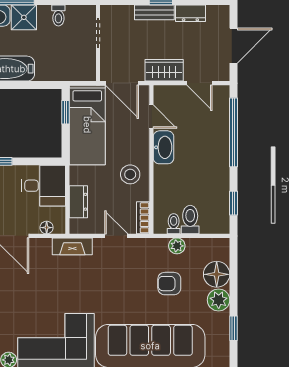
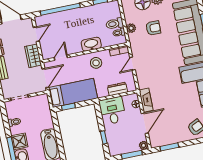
washbasin: (163, 147) -> (91, 44), moved
fireplace: (72, 246) -> (146, 100), moved
armchair: (169, 284) -> (153, 28), turned -90

